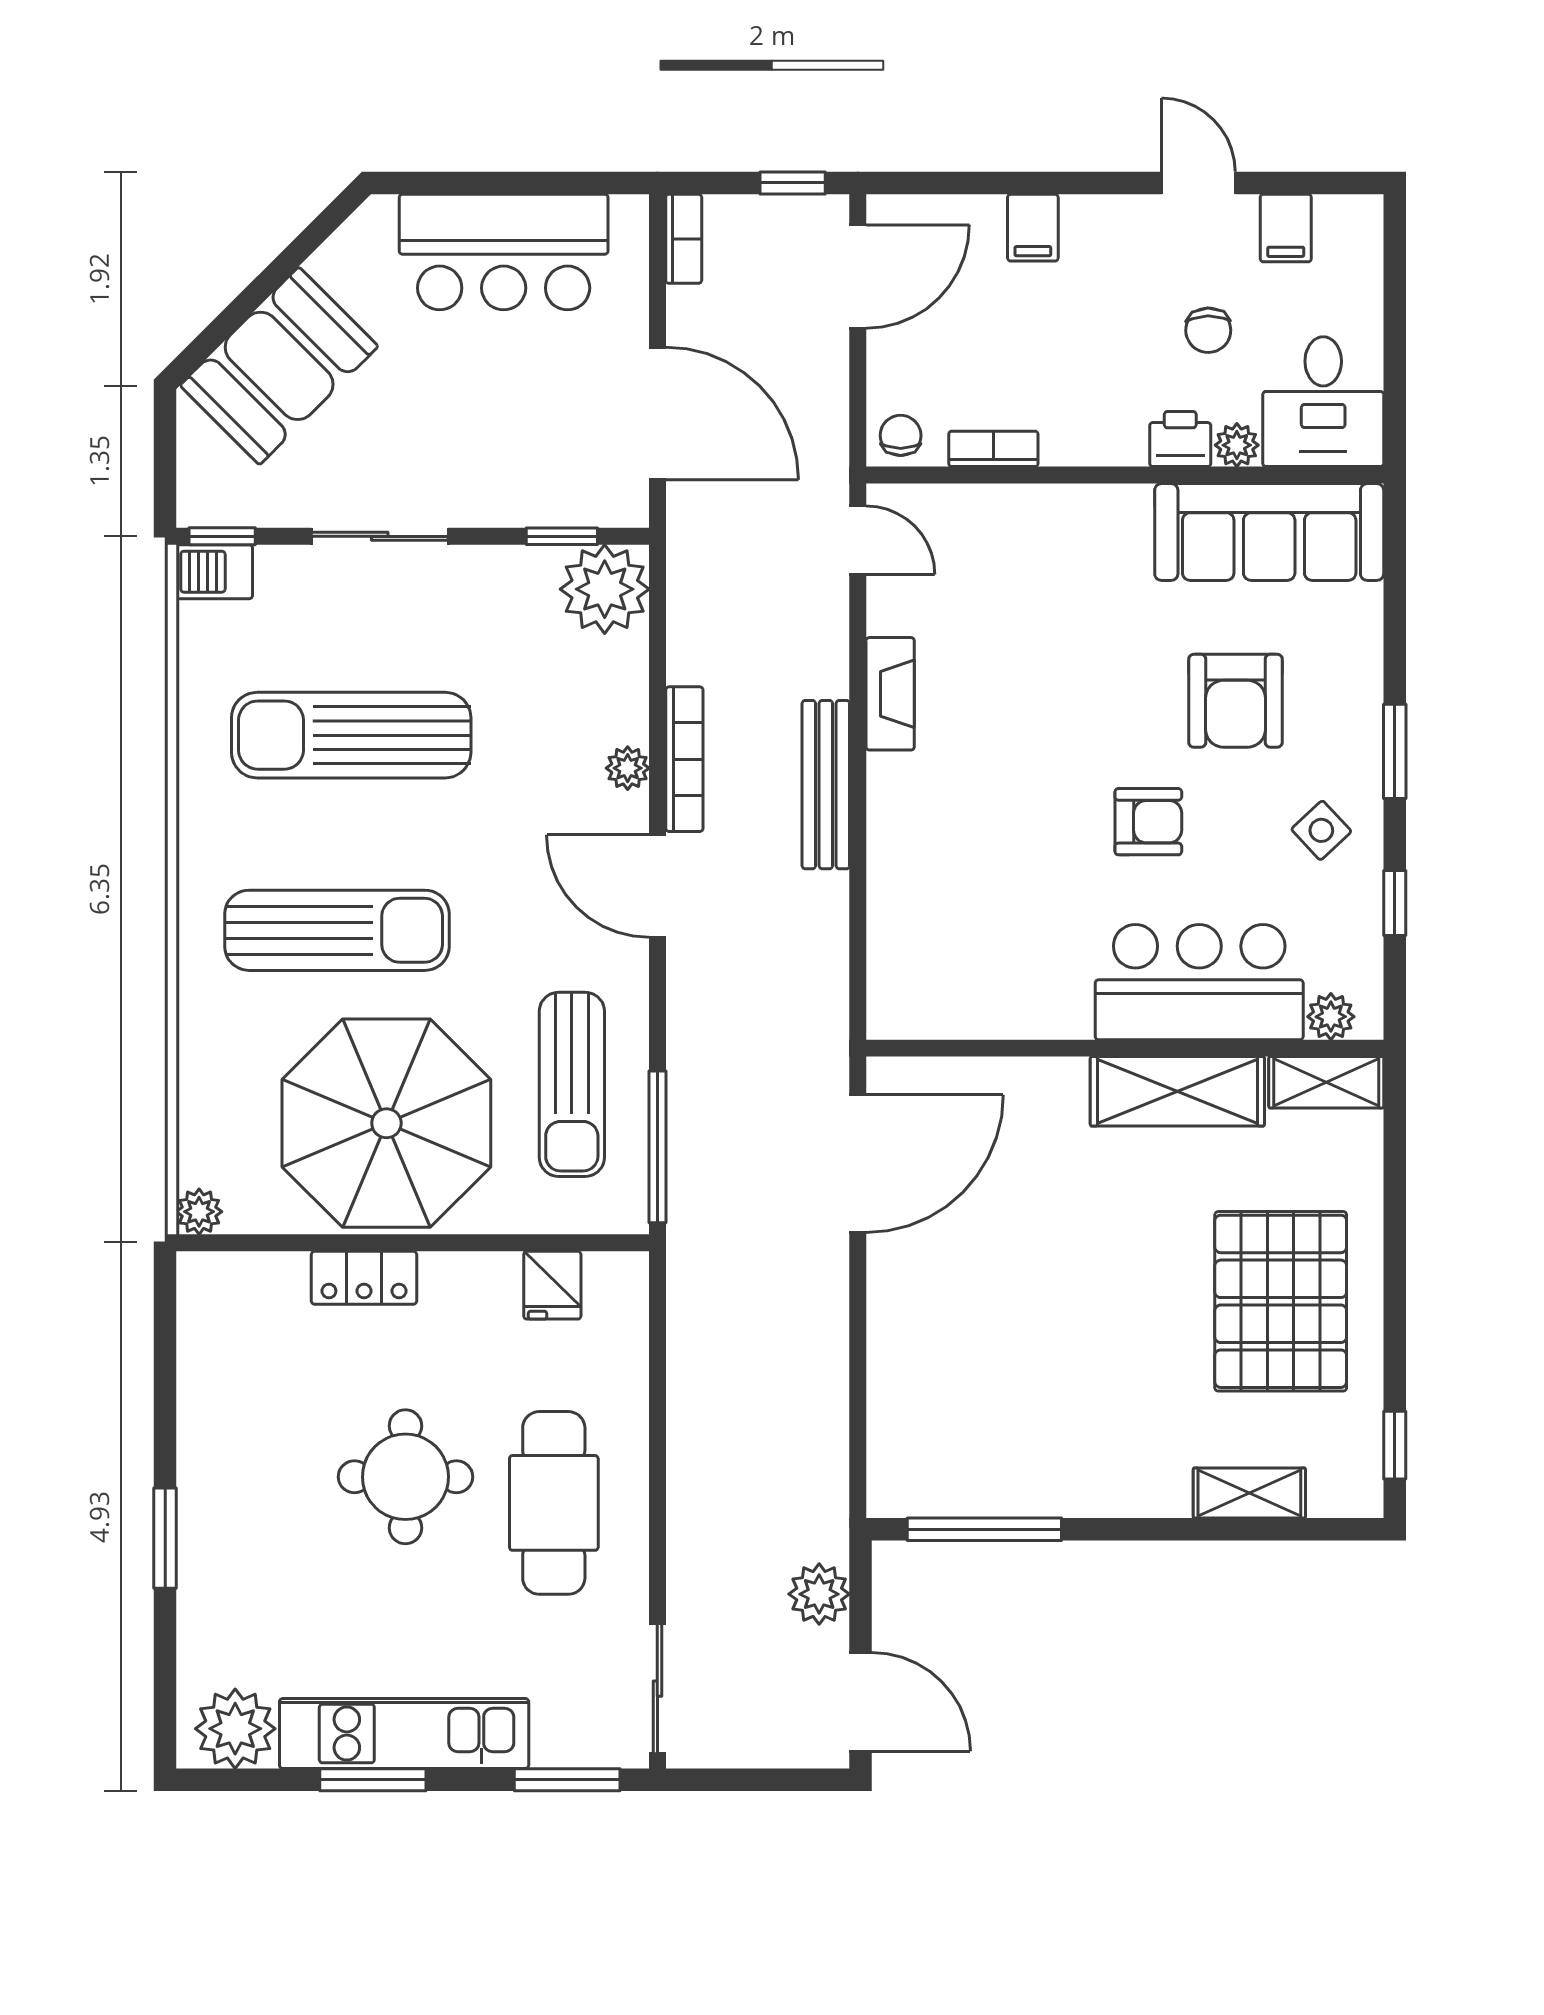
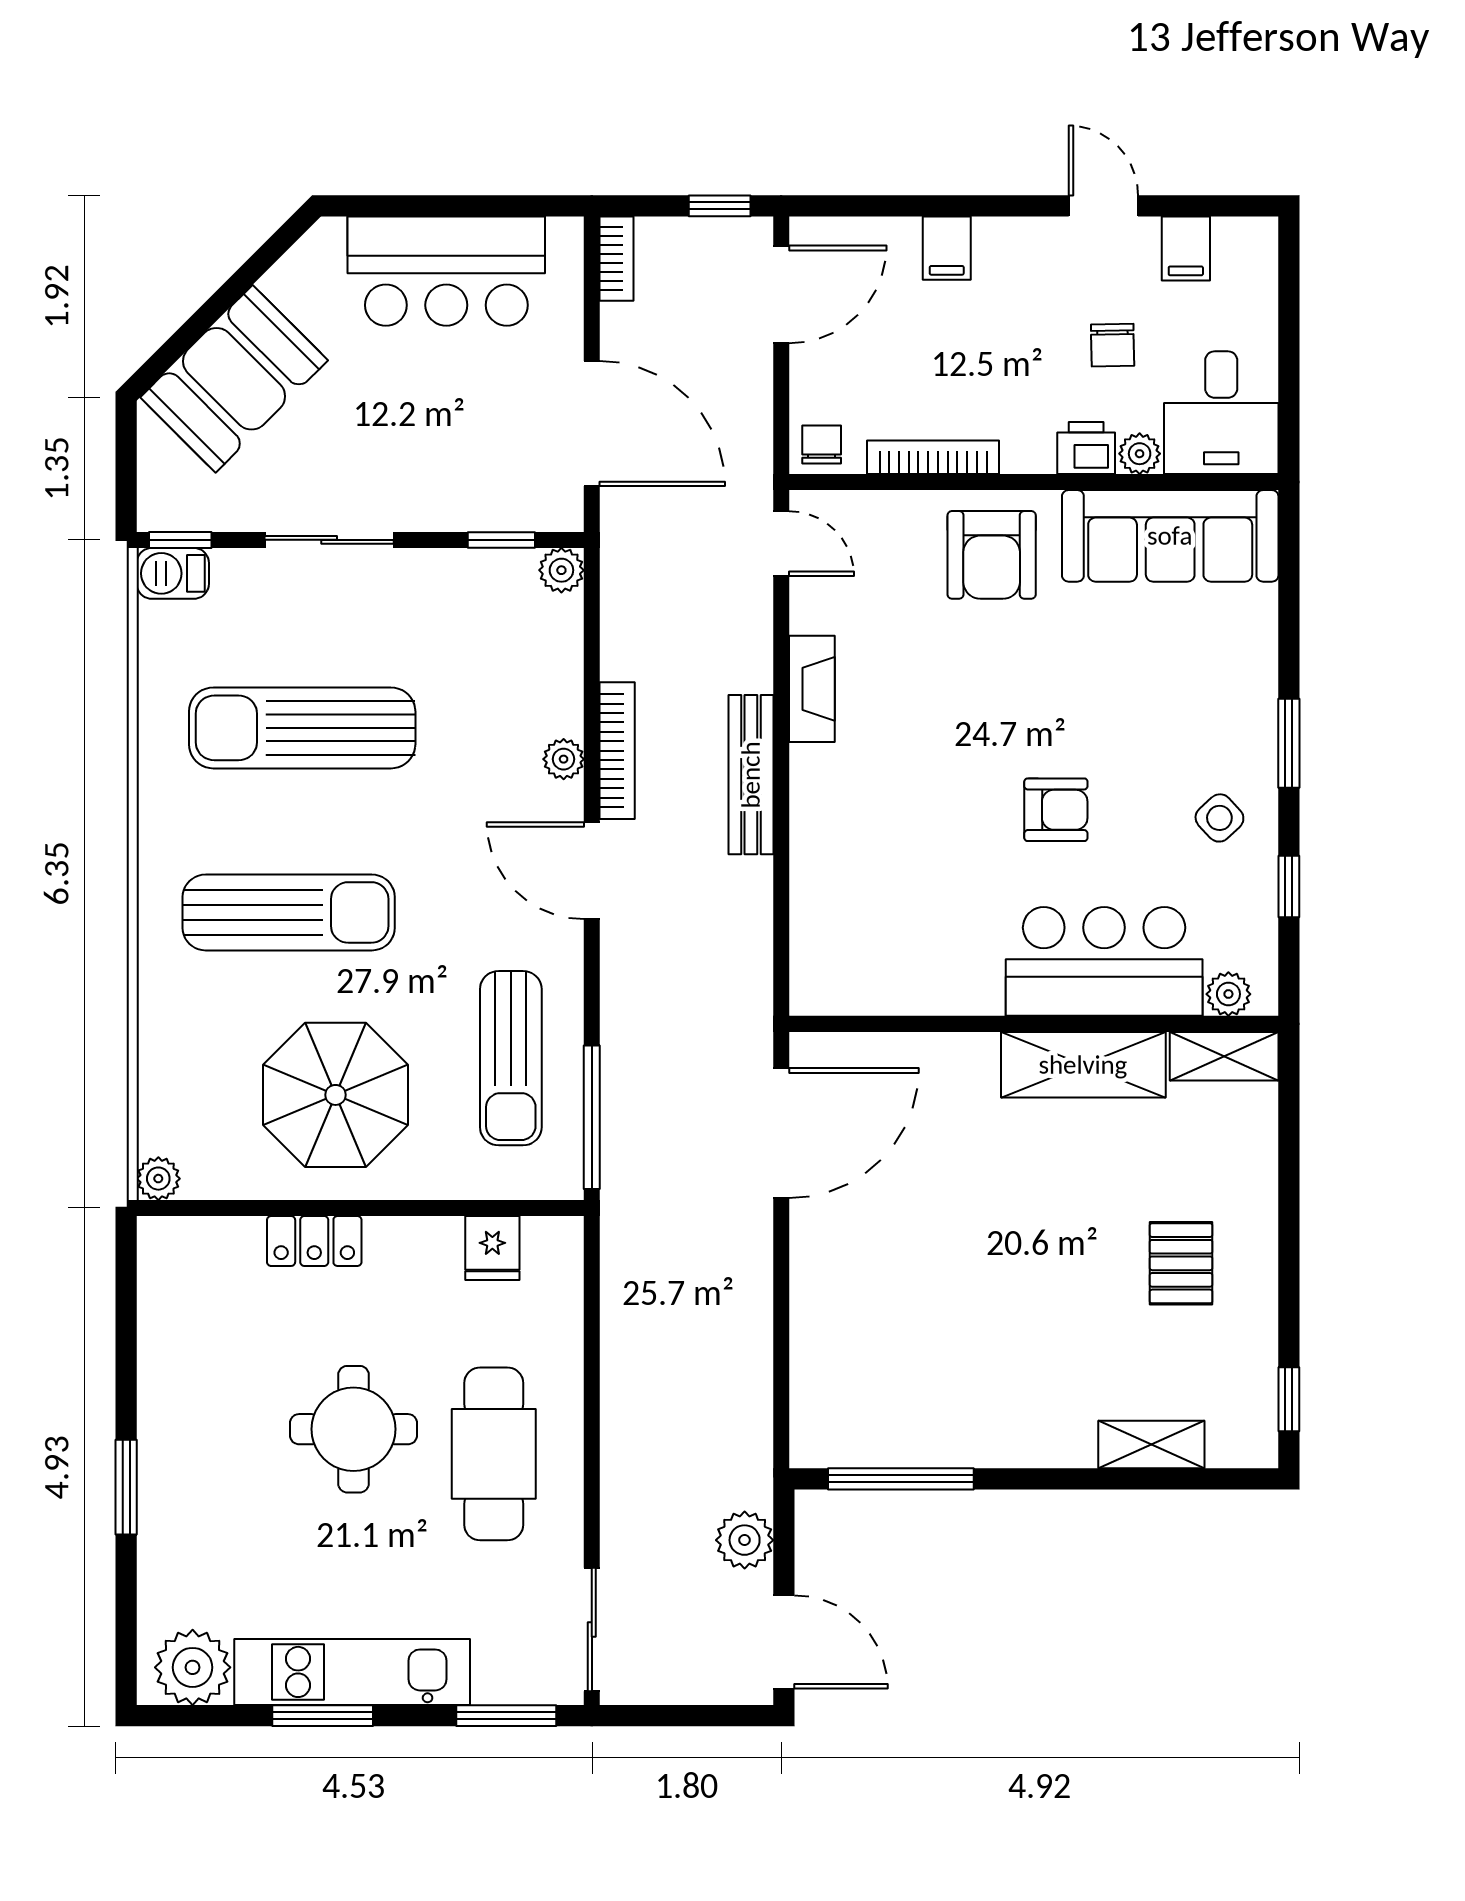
bookcase: (993, 449) -> (933, 457), width x1.56
plant: (605, 589) -> (561, 570), width x0.53, depth x0.53
armchair: (1235, 701) -> (992, 555), moved
parasol: (386, 1123) -> (336, 1095), width x0.73, depth x0.73
pallet: (1281, 1301) -> (1181, 1263), width x0.49, depth x0.50

